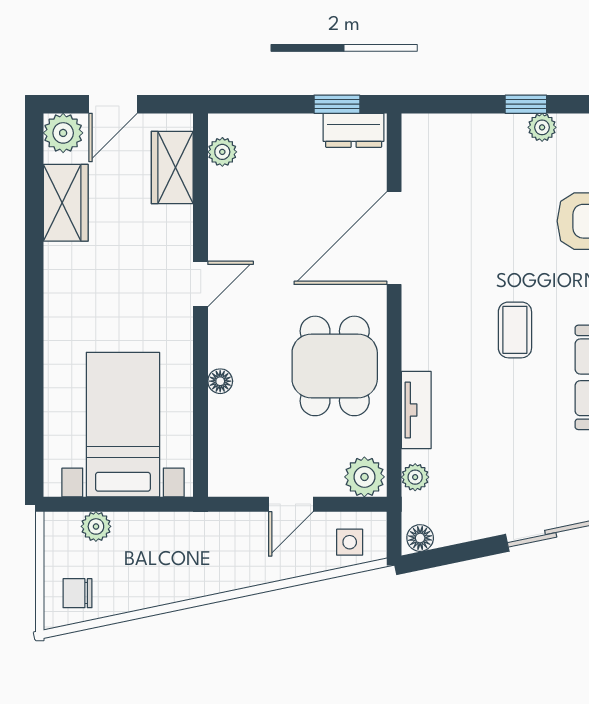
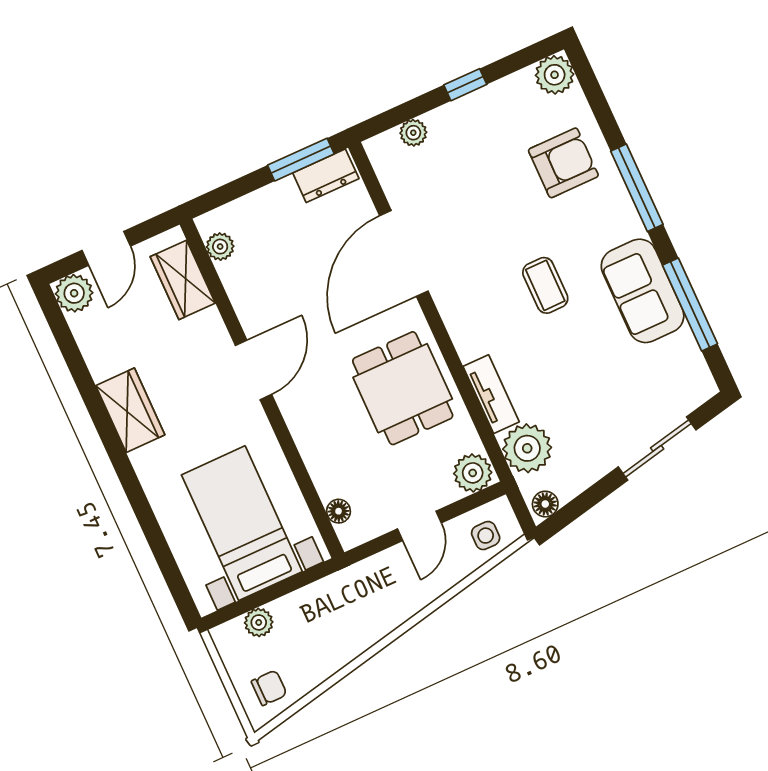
window: (337, 104) -> (301, 160), width x1.50
plant: (542, 127) -> (413, 133), moved
wardrobe: (66, 203) -> (130, 410), moved
door: (201, 284) -> (254, 370), width x1.37
floor lamp: (220, 381) -> (339, 511), moved
plant: (415, 477) -> (527, 448), width x1.88, depth x1.88
chair: (77, 593) -> (269, 688), turned 180

